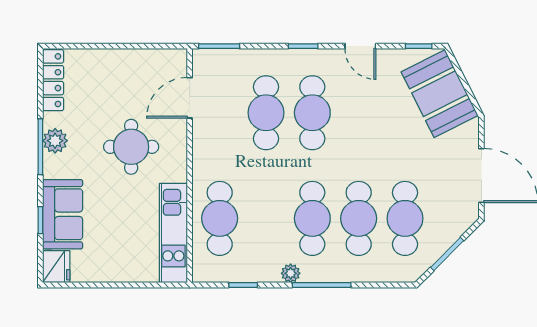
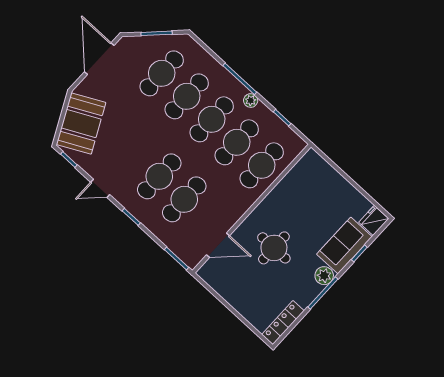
door: (360, 46) -> (100, 188), swing flipped
plant: (55, 141) -> (324, 276), moved
cafe table: (266, 218) -> (237, 142), added
kitchen unit: (173, 233) -> (294, 180), removed

